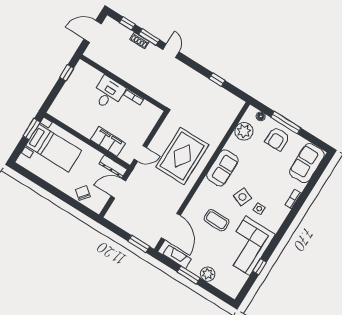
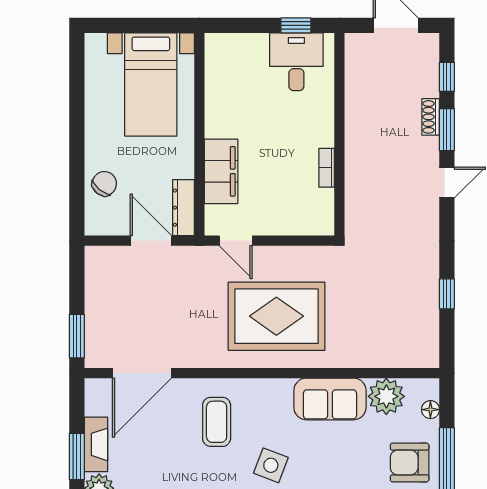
desk: (108, 93) -> (296, 62), moved, turned -90
window: (32, 129) -> (160, 25), removed
sofa: (222, 168) -> (330, 399), moved
coffee table: (217, 220) -> (217, 422), moved
fireplace: (177, 257) -> (96, 444), moved

